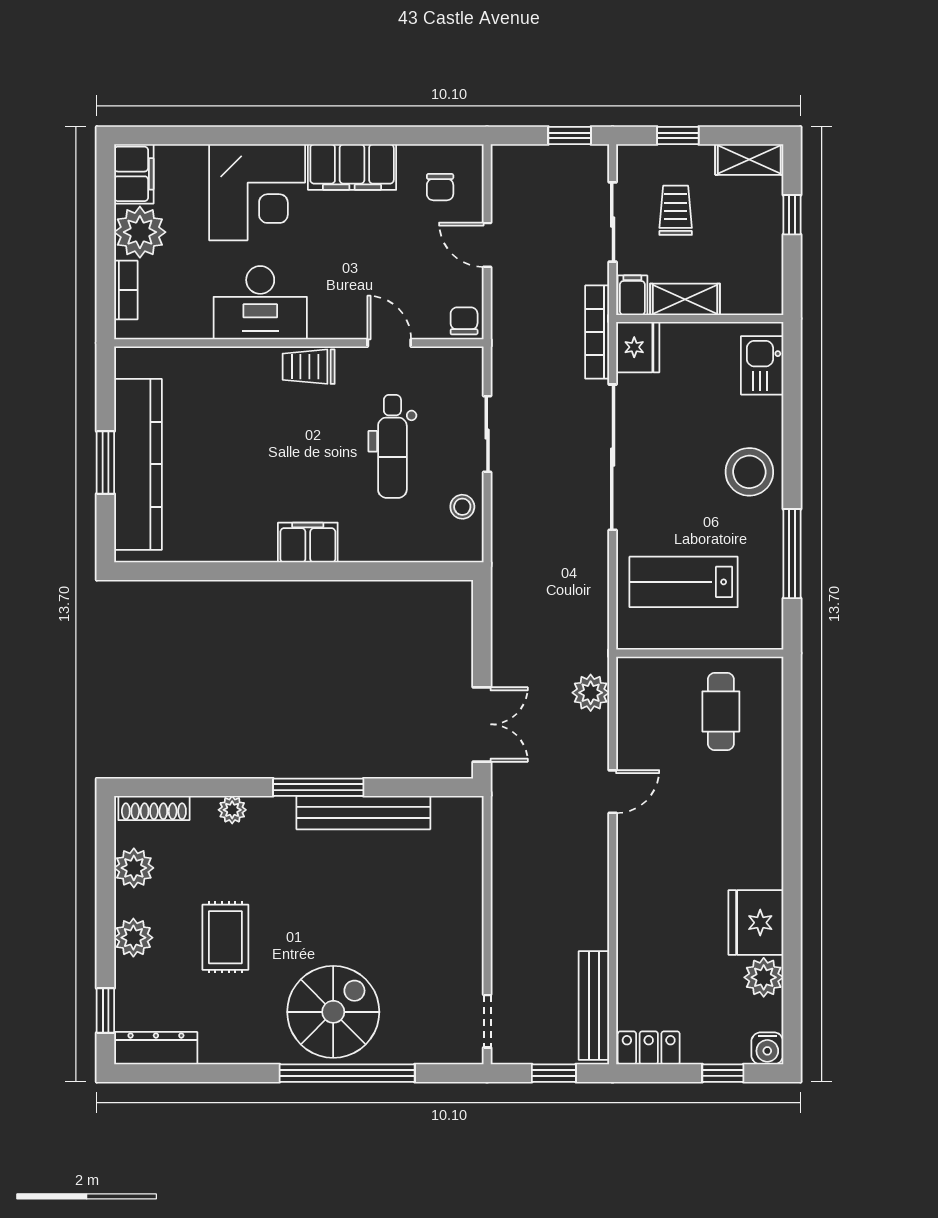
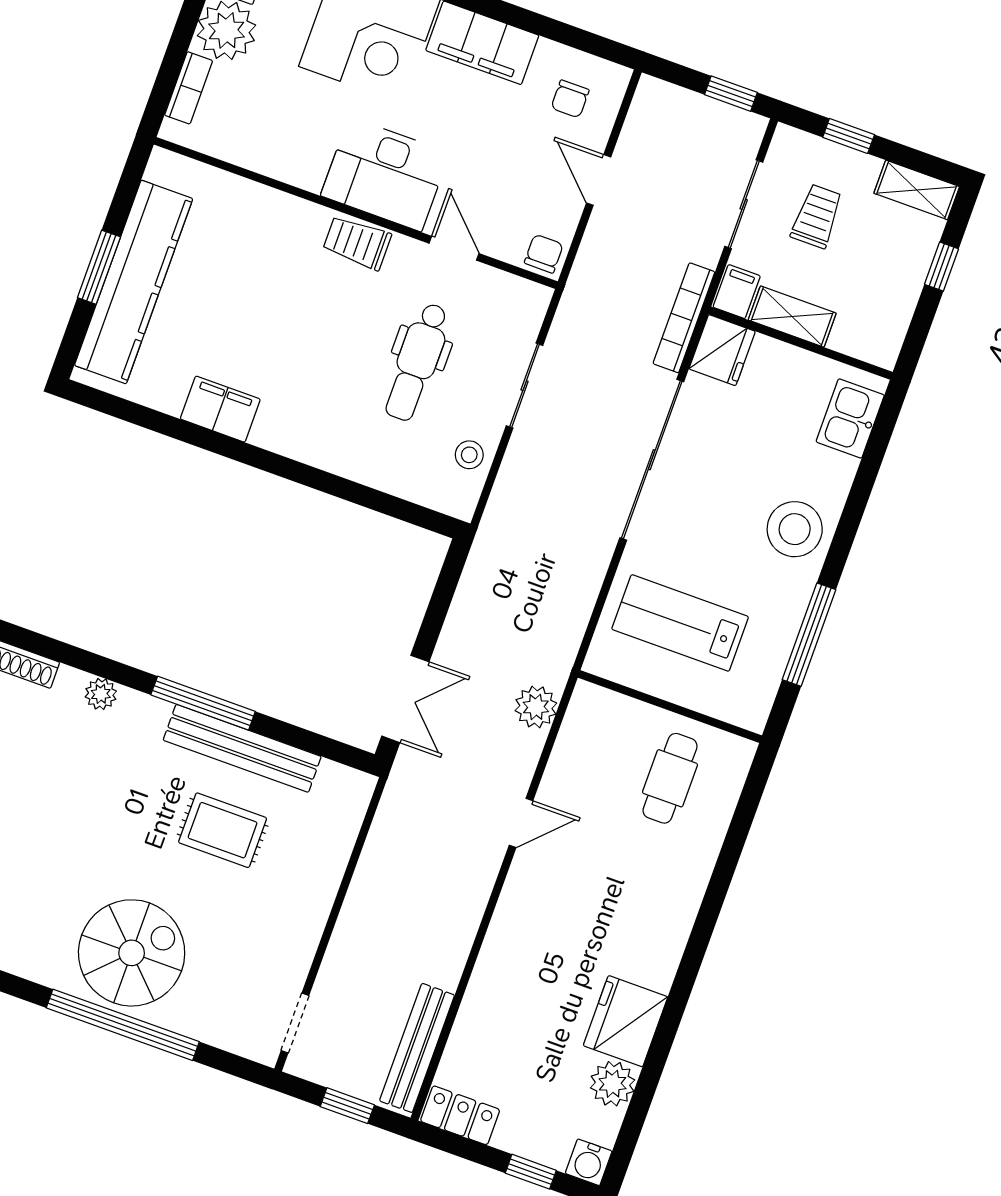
desk: (260, 303) -> (385, 174), moved
filing cabinet: (308, 543) -> (220, 409), moved
rug: (225, 937) -> (223, 830), moved, turned 90

